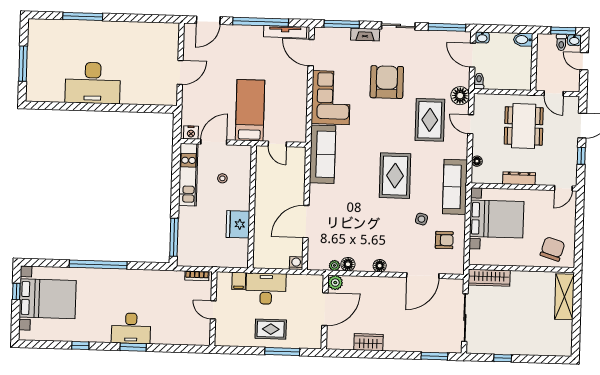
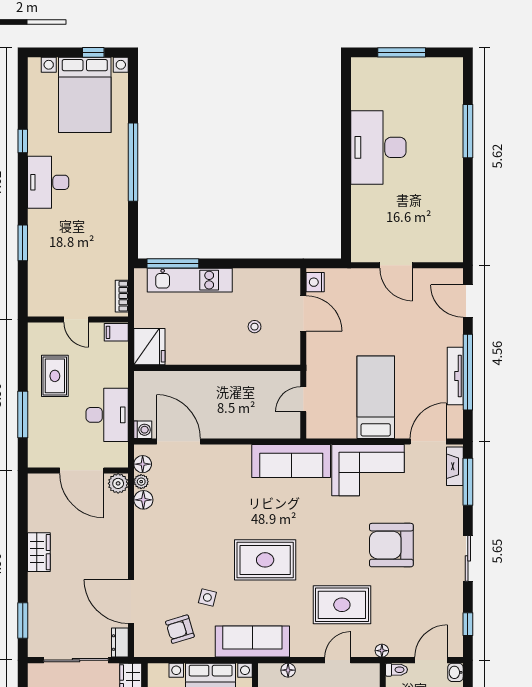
window: (447, 27) -> (468, 624), width x0.46
tv unit: (285, 32) -> (455, 376), moved
fireplace: (365, 35) -> (455, 466), moved
armchair: (387, 82) -> (391, 545), turned 180
floor lamp: (460, 96) -> (382, 651), width x0.53, depth x0.53
bed: (250, 110) -> (376, 397), moved, turned -90
kitchen unit: (188, 175) -> (190, 280), moved
door: (306, 222) -> (179, 441), moved
fridge: (238, 224) -> (149, 347), moved, turned 90
armchair: (444, 240) -> (180, 629), turned 73
floor lamp: (380, 266) -> (143, 464), moved
filing cabinet: (239, 281) -> (116, 332), moved
dresser: (453, 285) -> (120, 643), added
desk: (266, 289) -> (107, 415), moved
door: (213, 310) -> (76, 319), swing flipped
desk: (131, 328) -> (48, 182), moved
rug: (271, 329) -> (55, 376), moved
wardrobe: (368, 342) -> (39, 552), moved
window: (133, 347) -> (23, 243), moved

